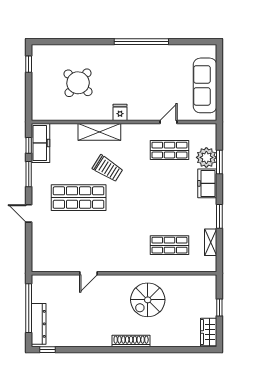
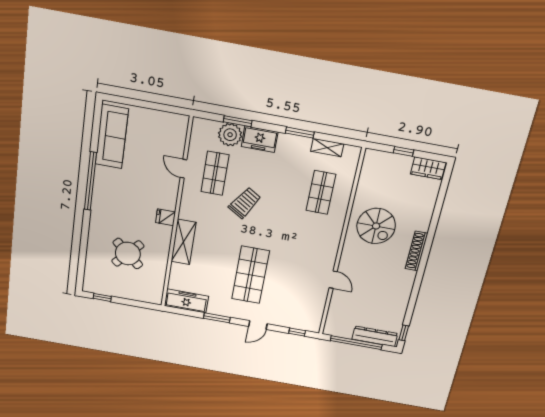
sofa: (205, 85) -> (112, 137), moved, turned -90
window: (29, 145) -> (297, 332), moved
trolley: (108, 168) -> (245, 203), moved

